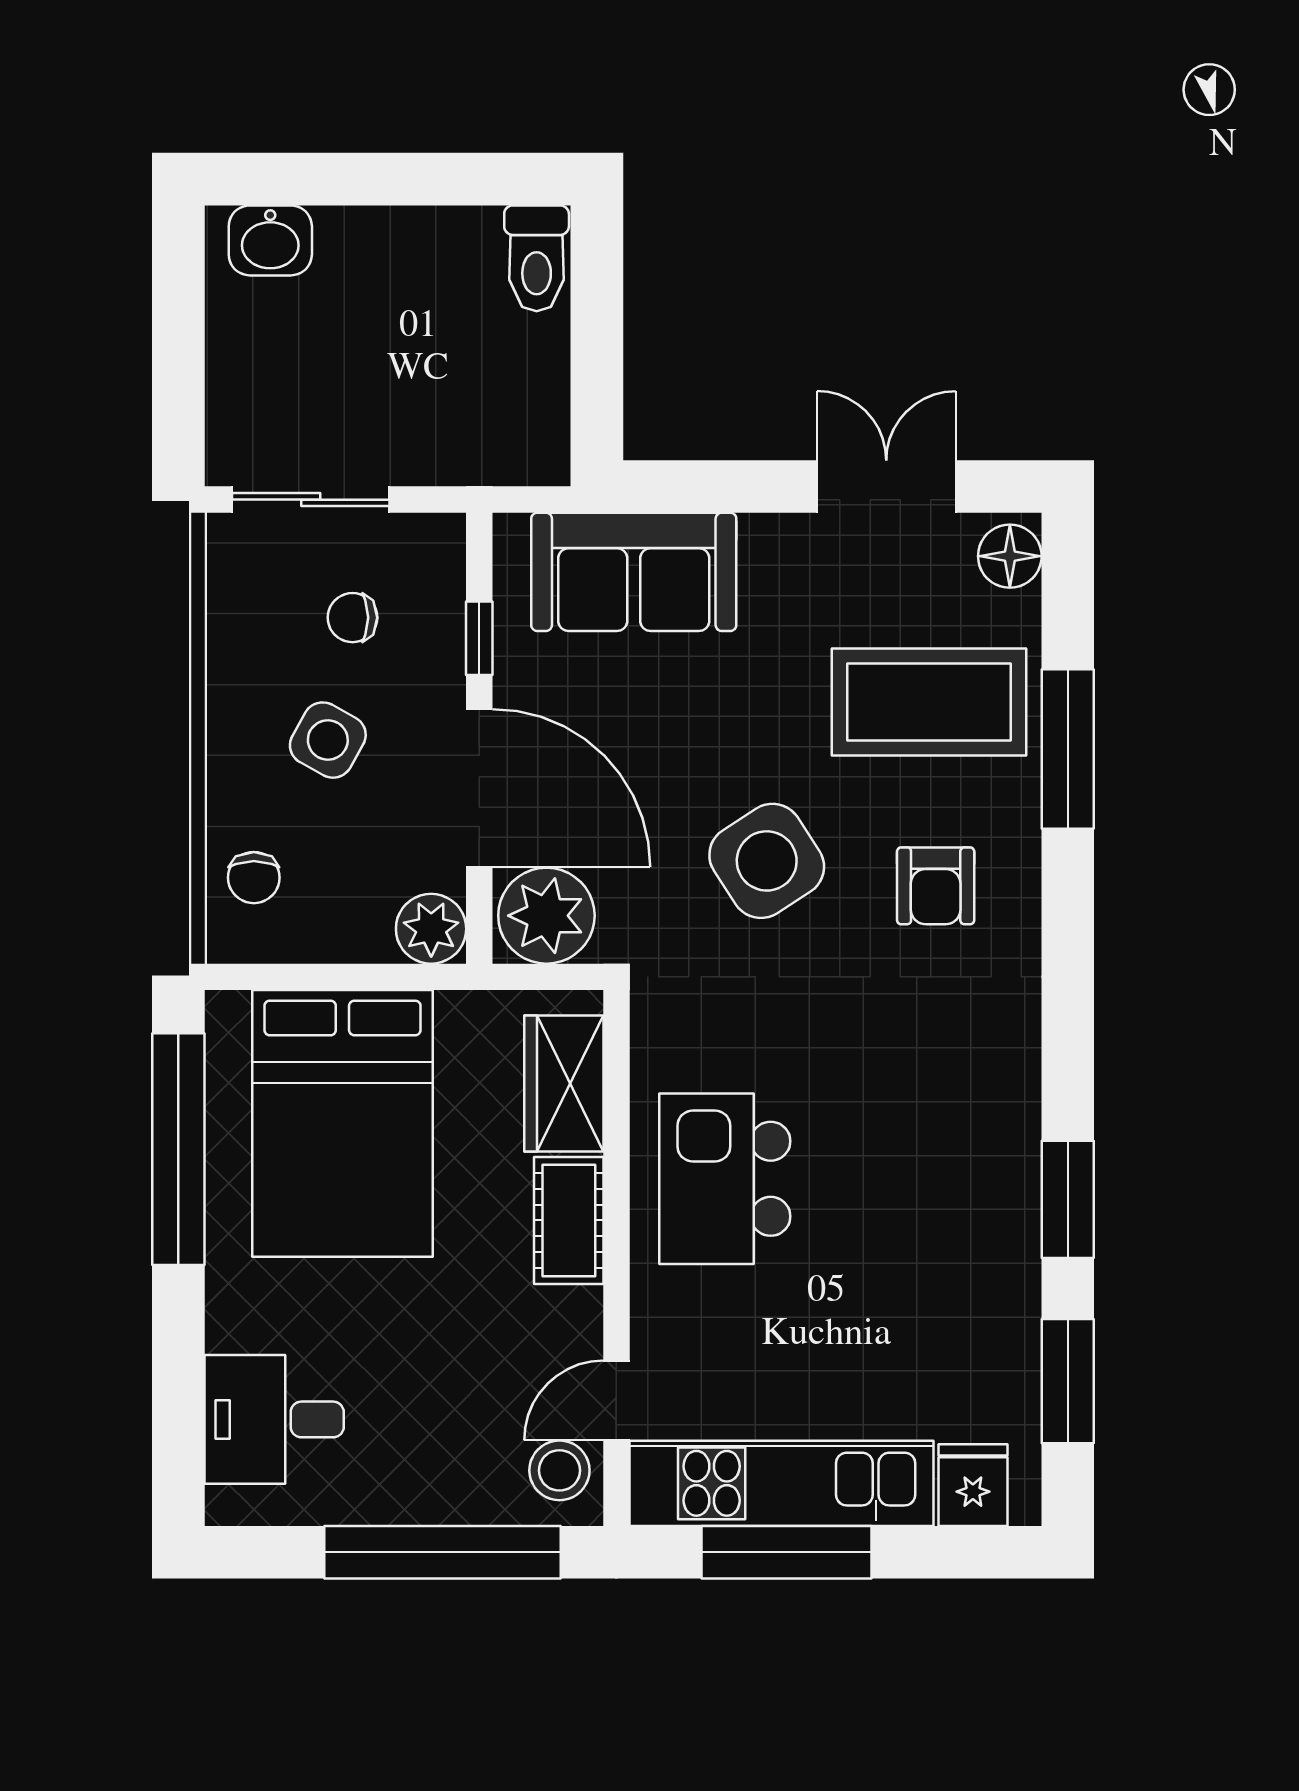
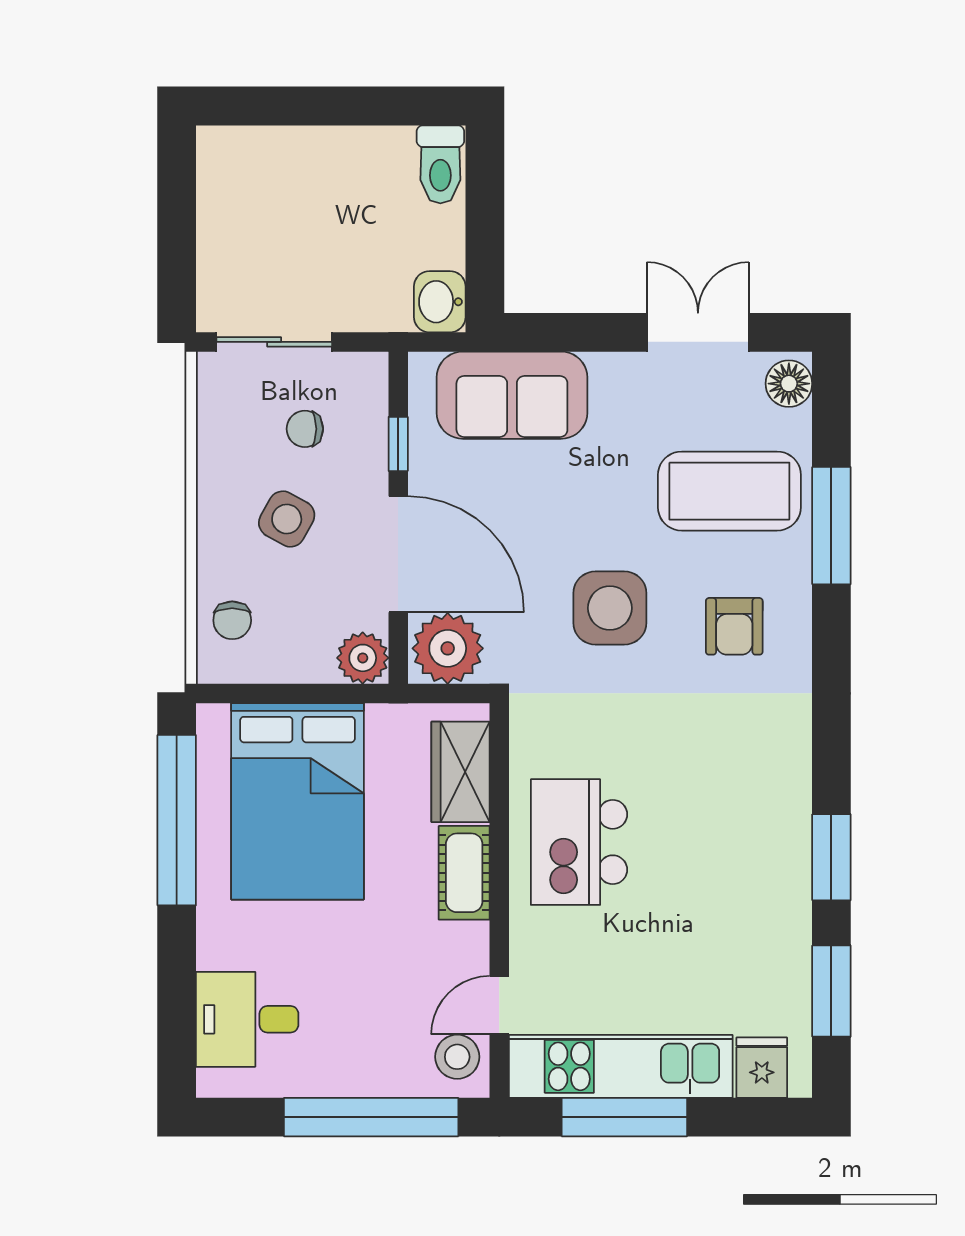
washbasin: (270, 240) -> (440, 302), moved, turned 90
side table: (767, 861) -> (610, 608), turned 33

